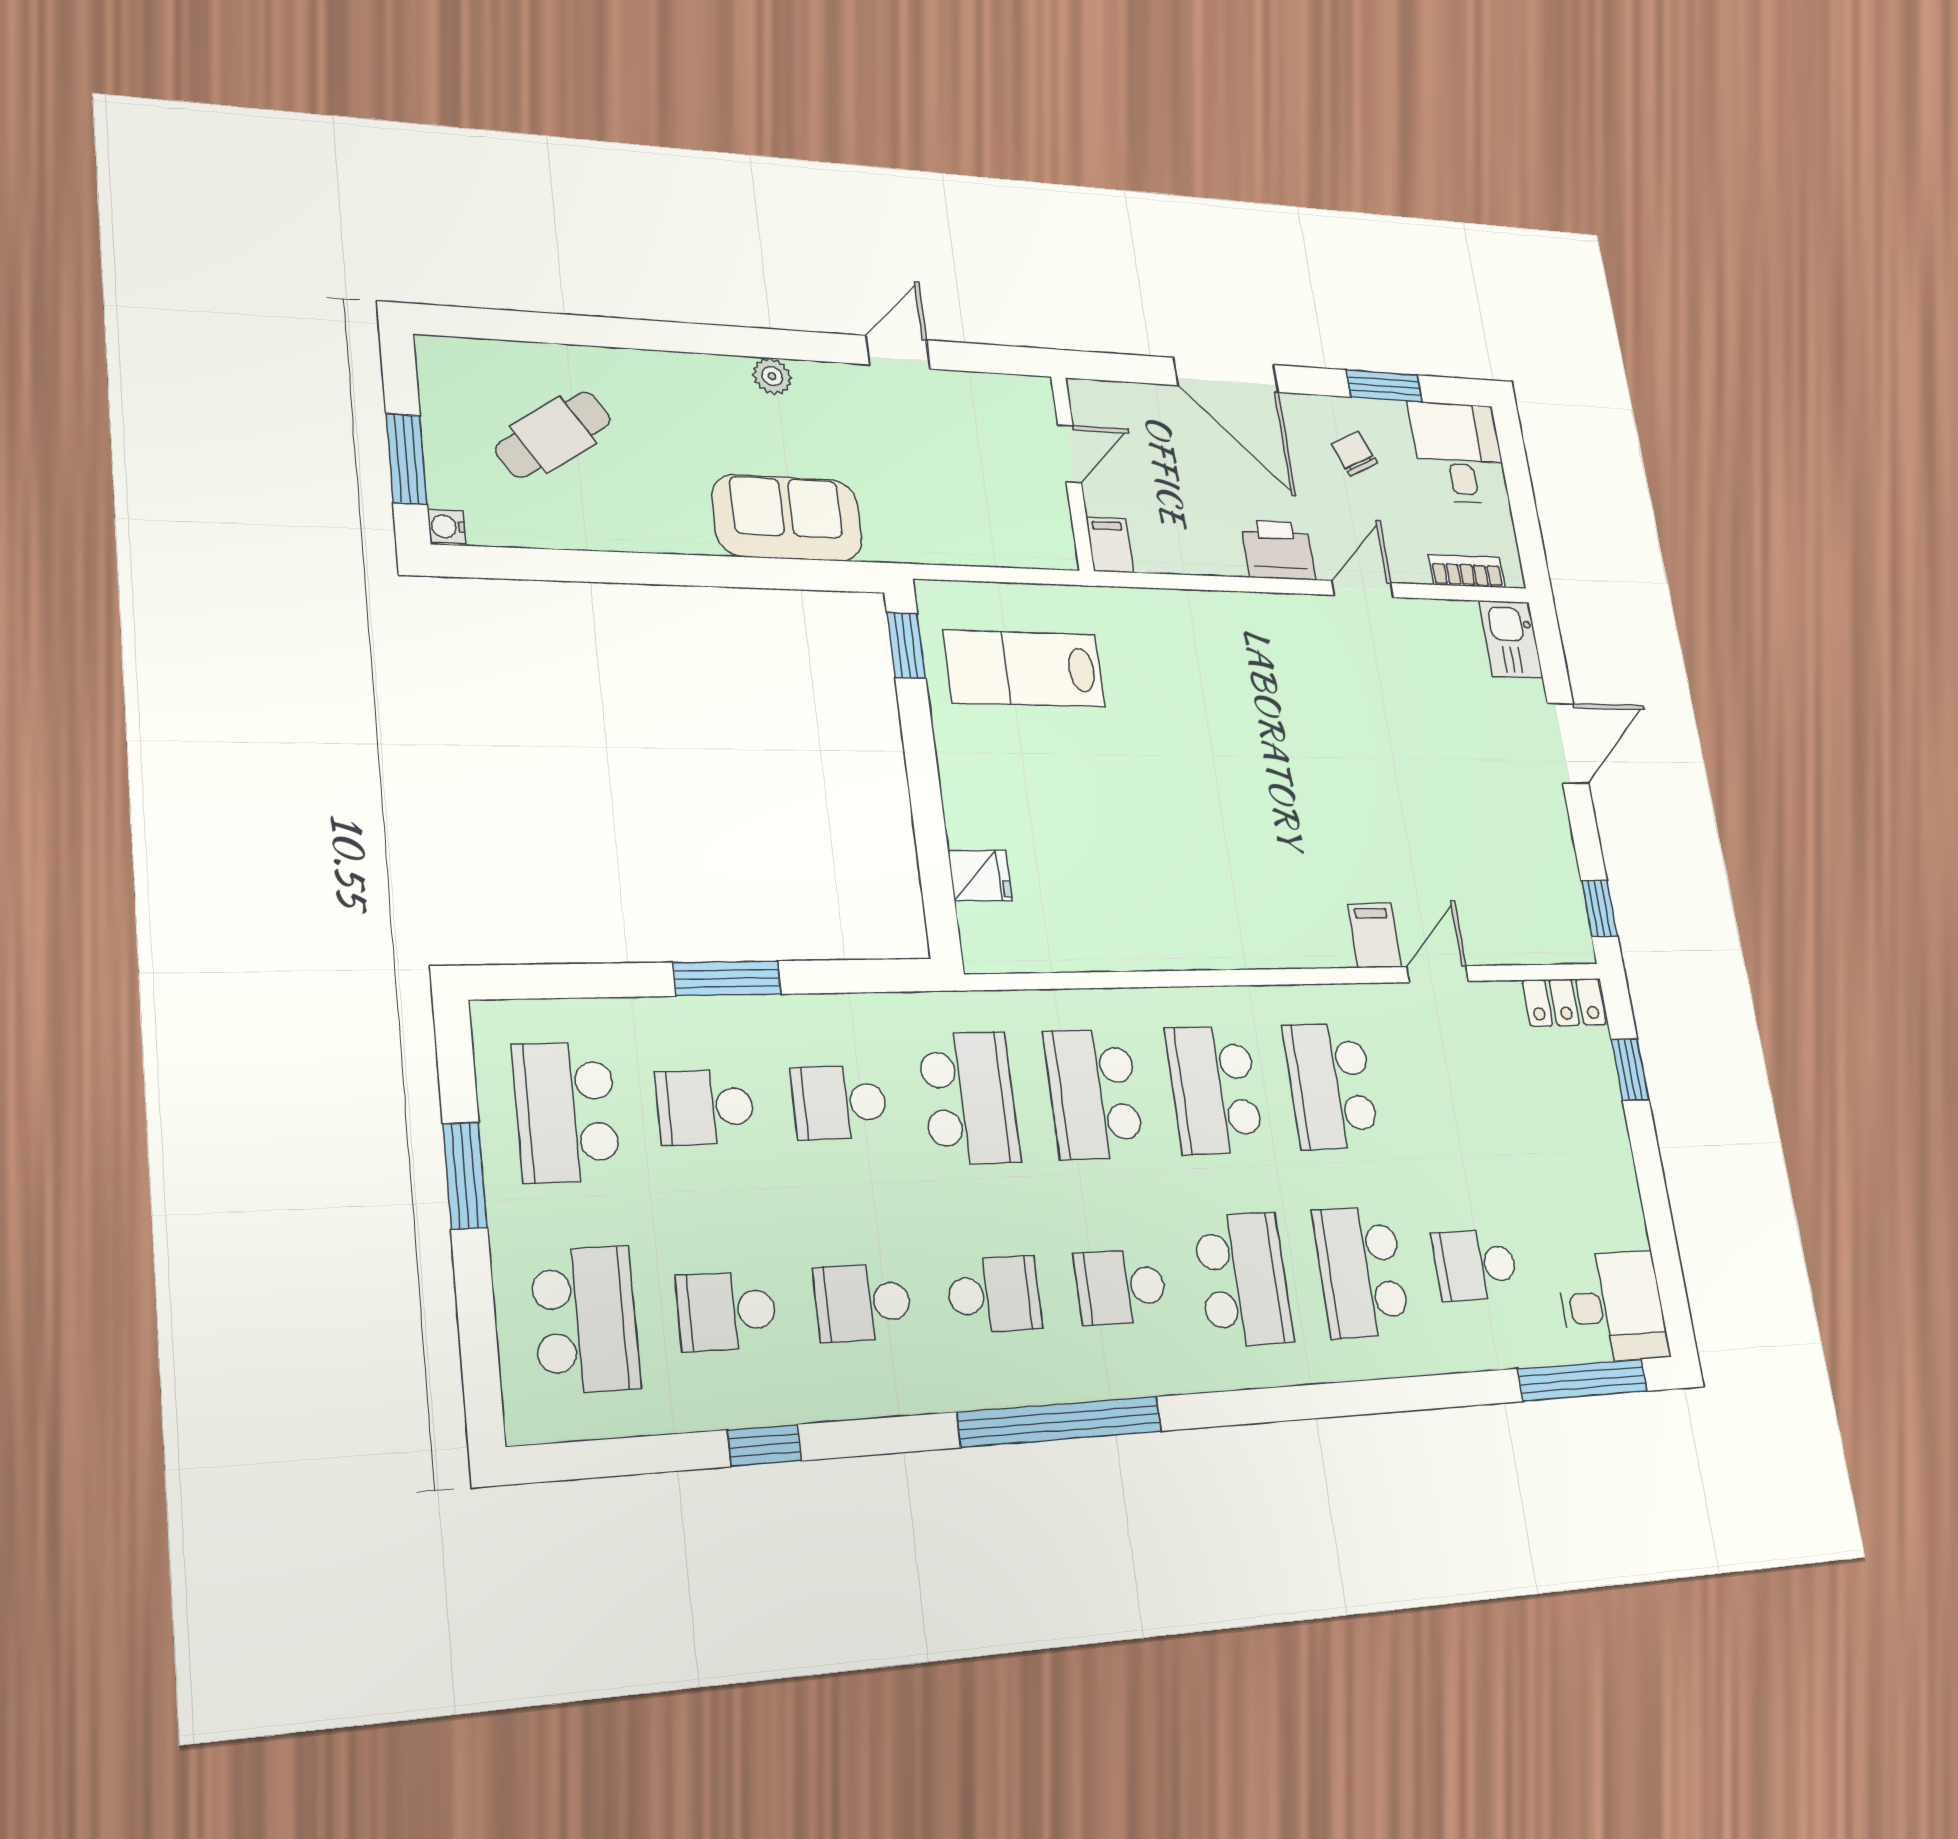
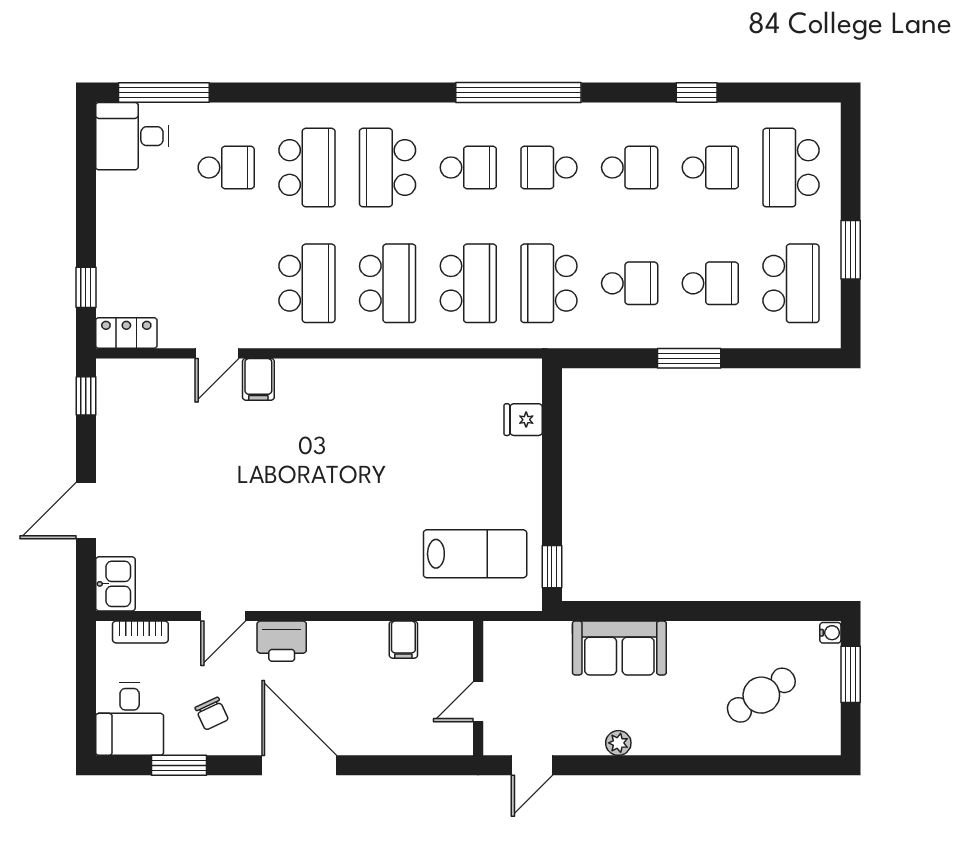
door: (1070, 454) -> (478, 702), moved
wall: (1072, 473) -> (478, 688), moved

